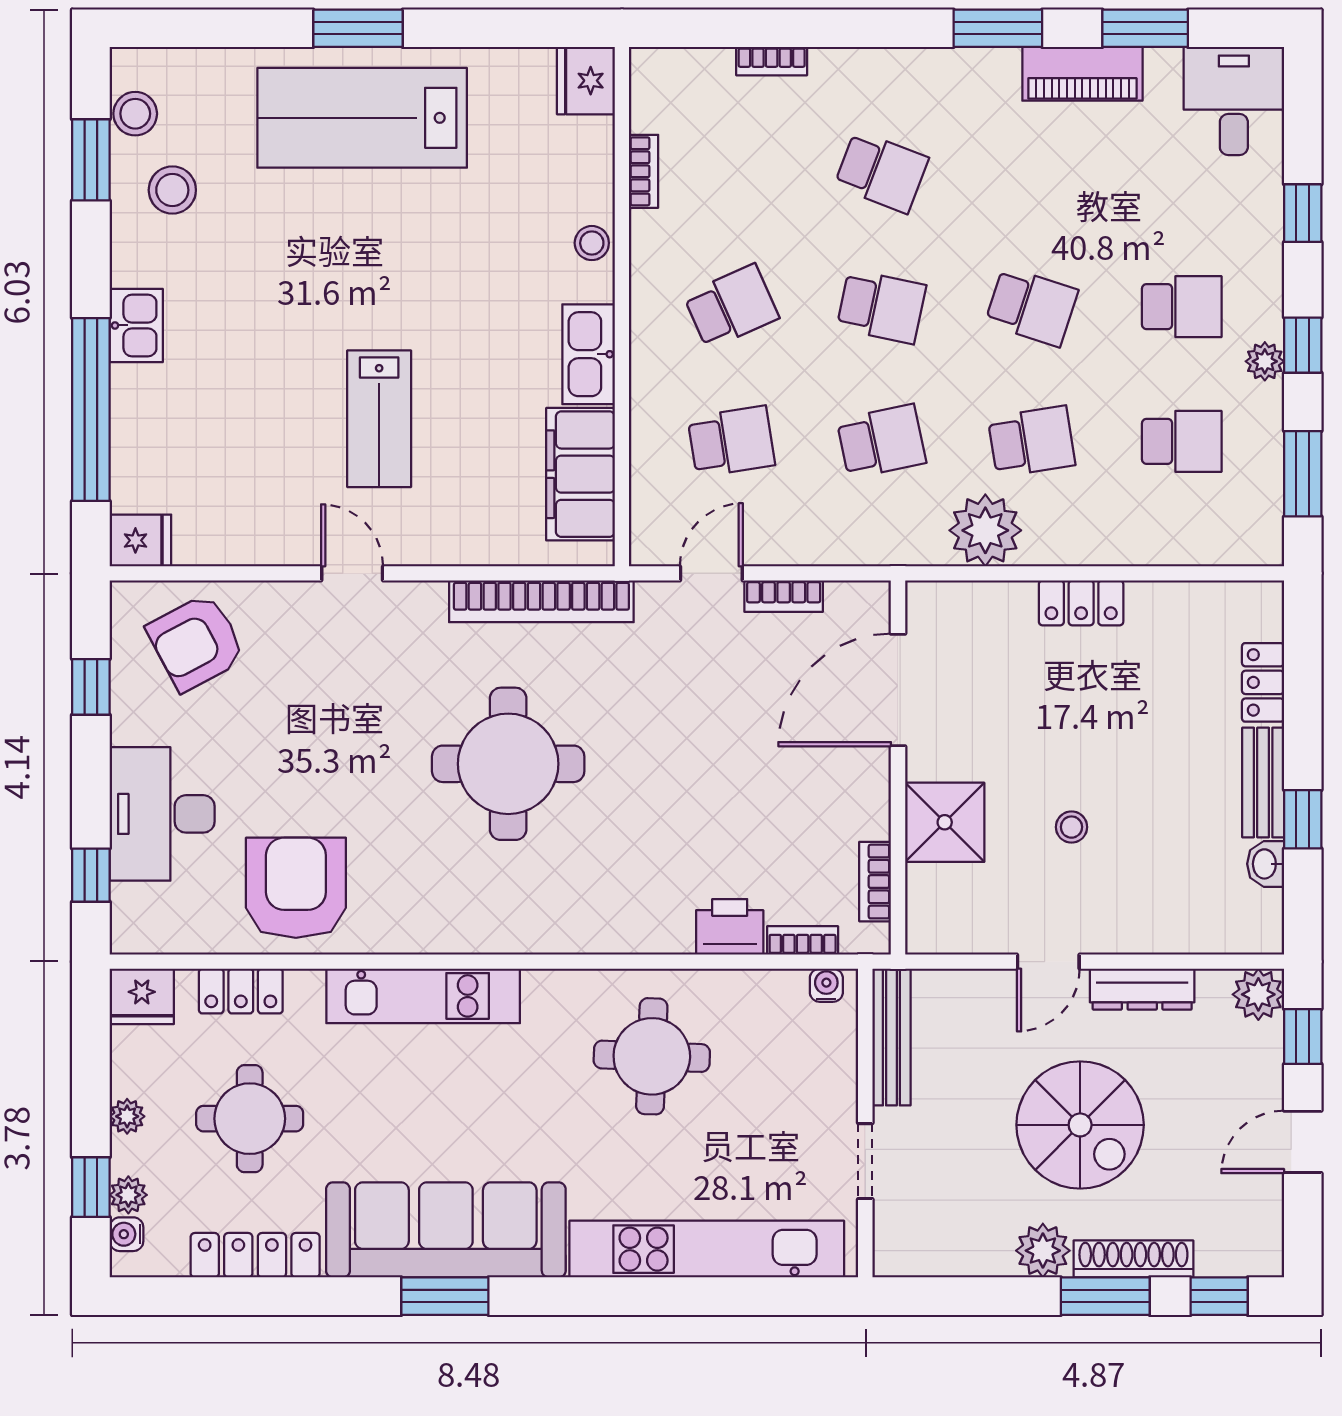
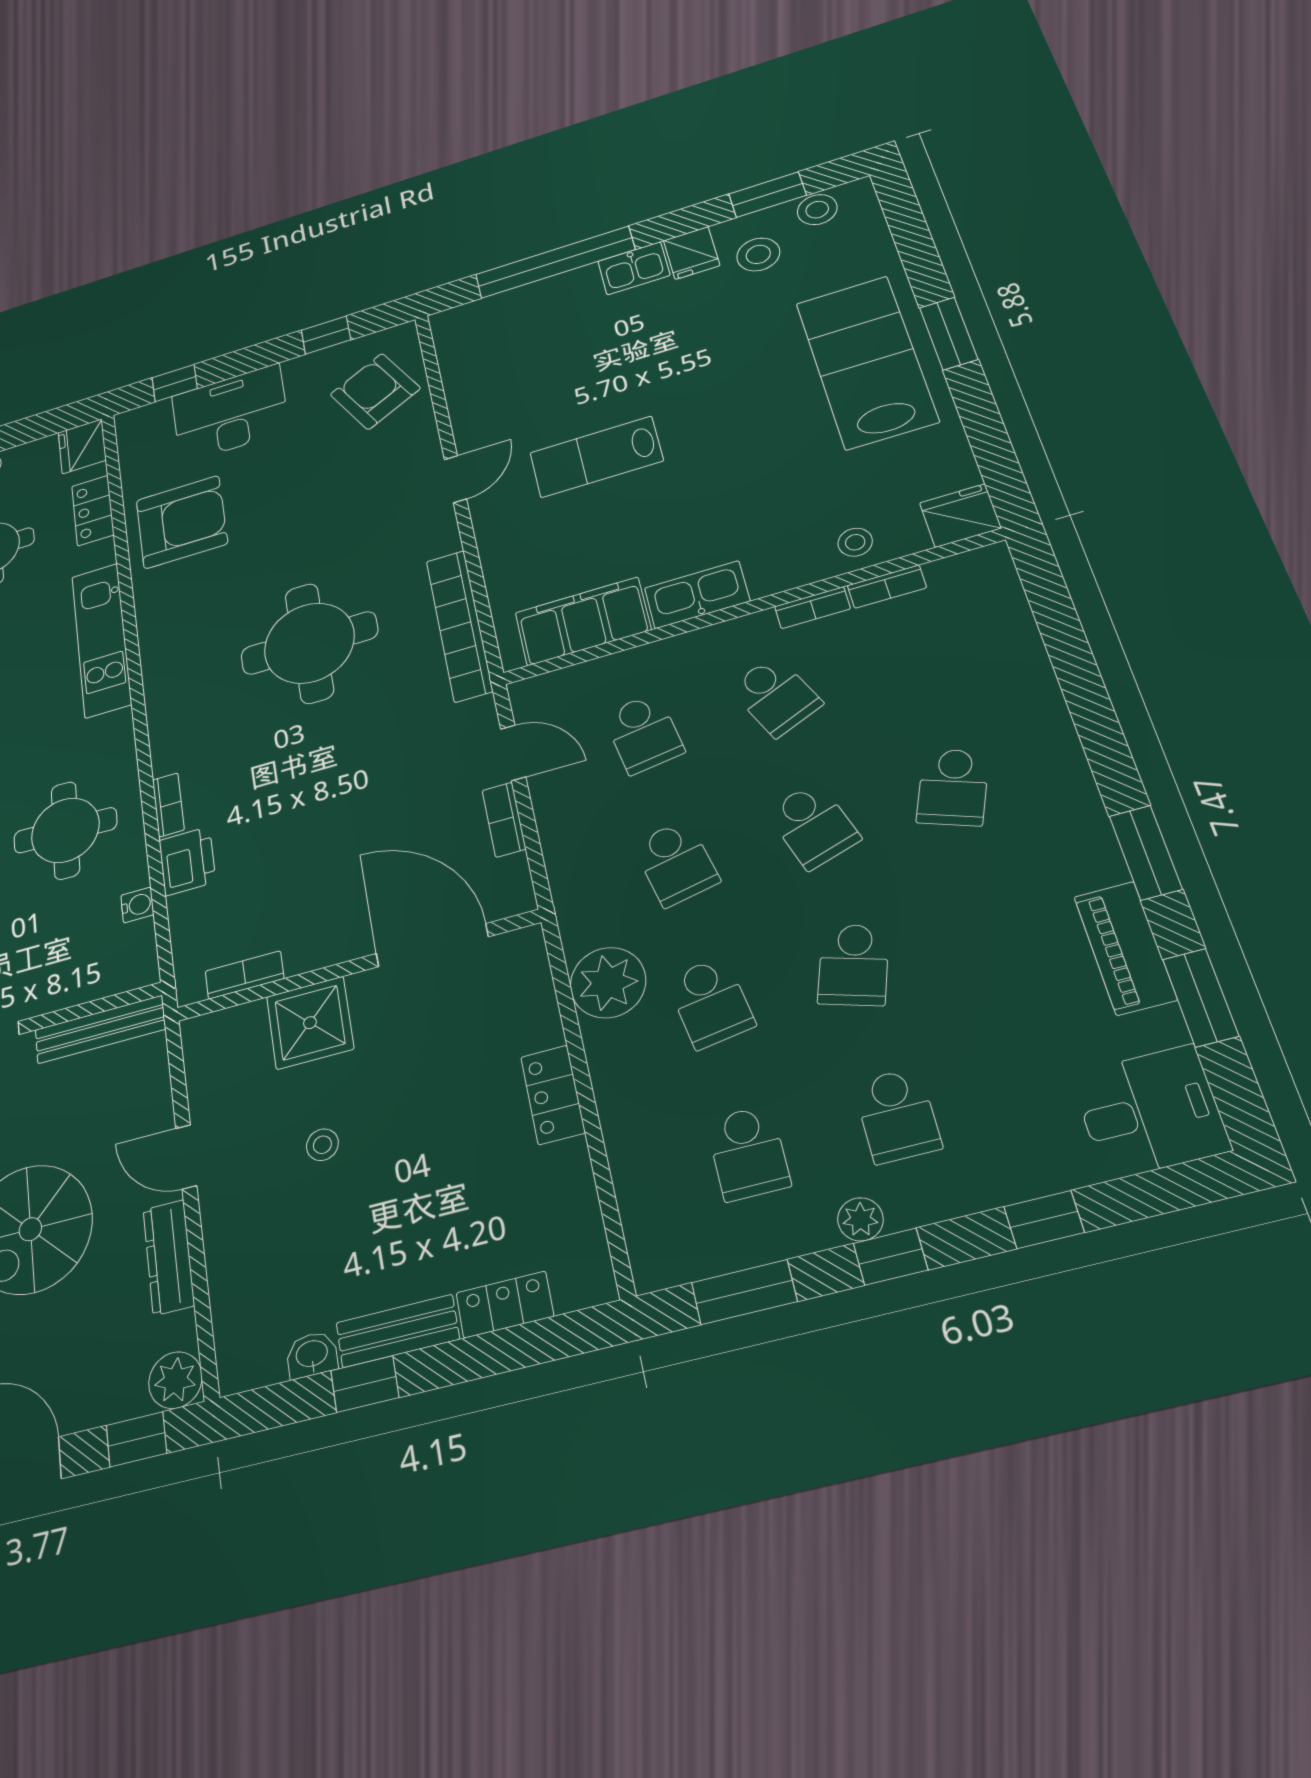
bookcase: (772, 61) -> (812, 608), moved, turned -90
stool: (592, 243) -> (855, 542), moved
school desk: (881, 307) -> (813, 825), turned -30
fridge: (140, 540) -> (692, 253), moved
bookcase: (803, 940) -> (168, 805), moved
water cooler: (826, 985) -> (137, 905), moved

